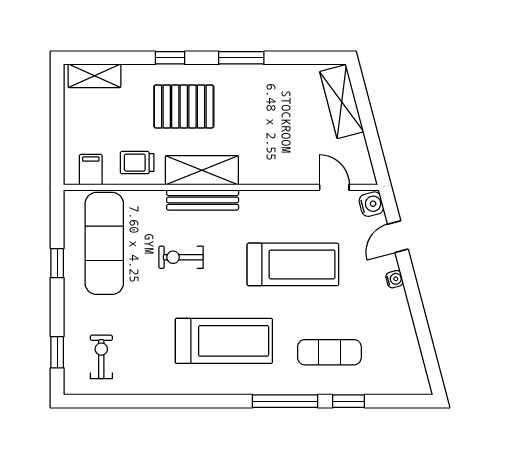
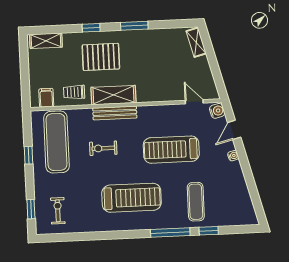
shelving: (342, 102) -> (196, 42), width x0.67, depth x0.75
treadmill: (293, 264) -> (171, 150), turned 180
exercise mat: (329, 352) -> (196, 202), turned 90

